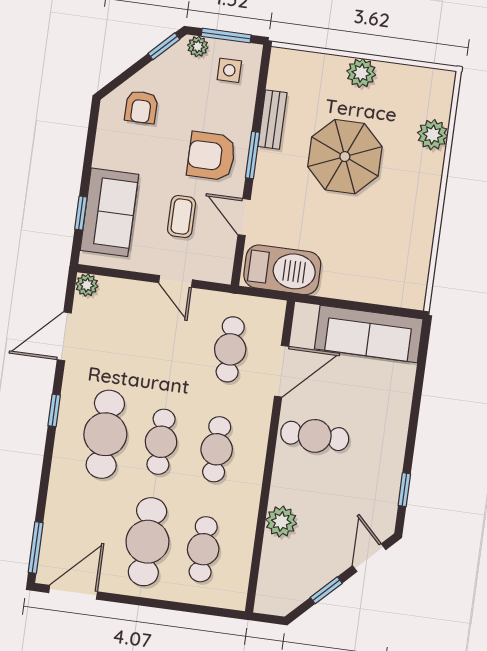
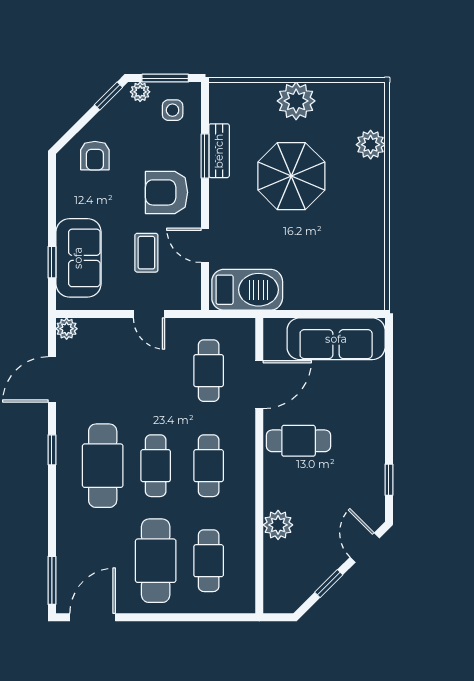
plant: (361, 73) -> (296, 101), width x1.36, depth x1.36
window: (252, 155) -> (205, 156), moved

